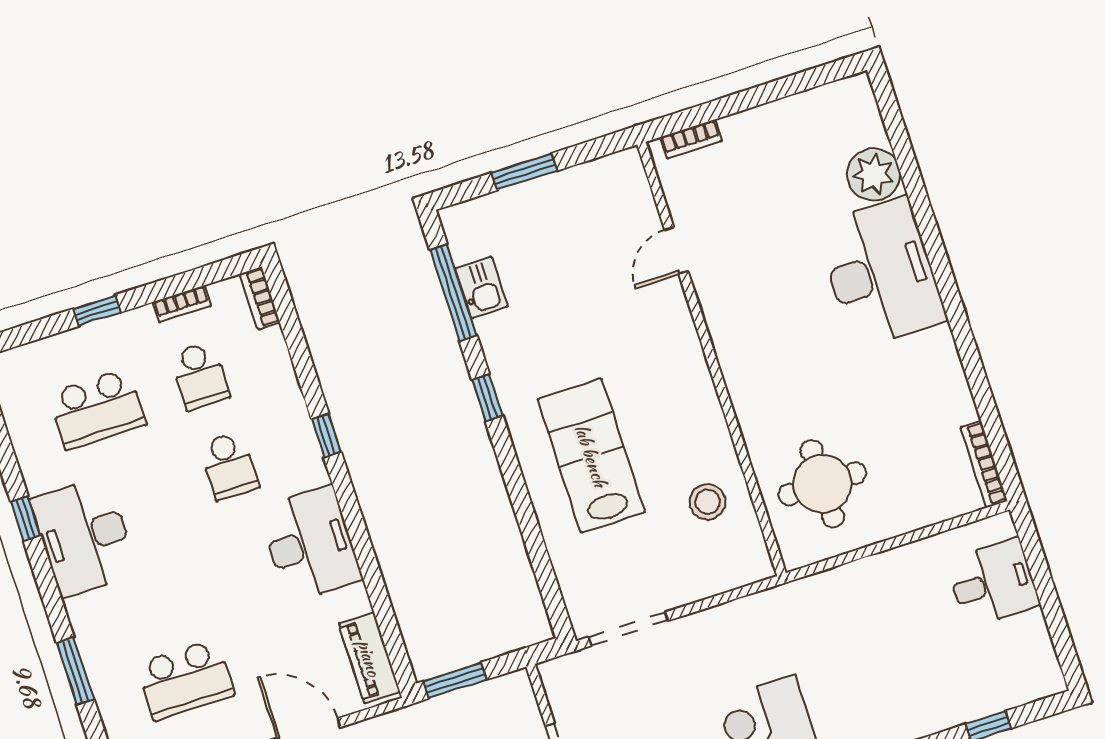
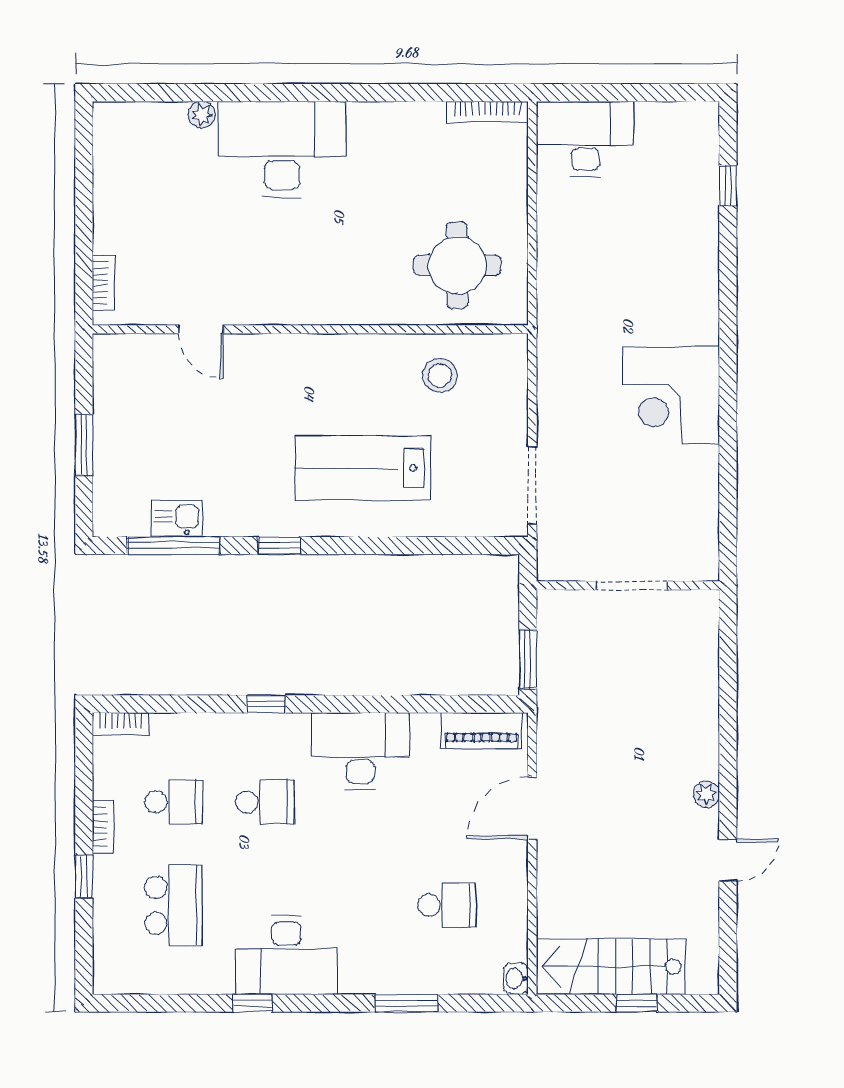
plant: (874, 174) -> (202, 115), width x0.53, depth x0.53
bookcase: (182, 304) -> (103, 827), moved
desk: (993, 583) -> (585, 139), width x1.37
school desk: (185, 679) -> (447, 905), width x0.54

